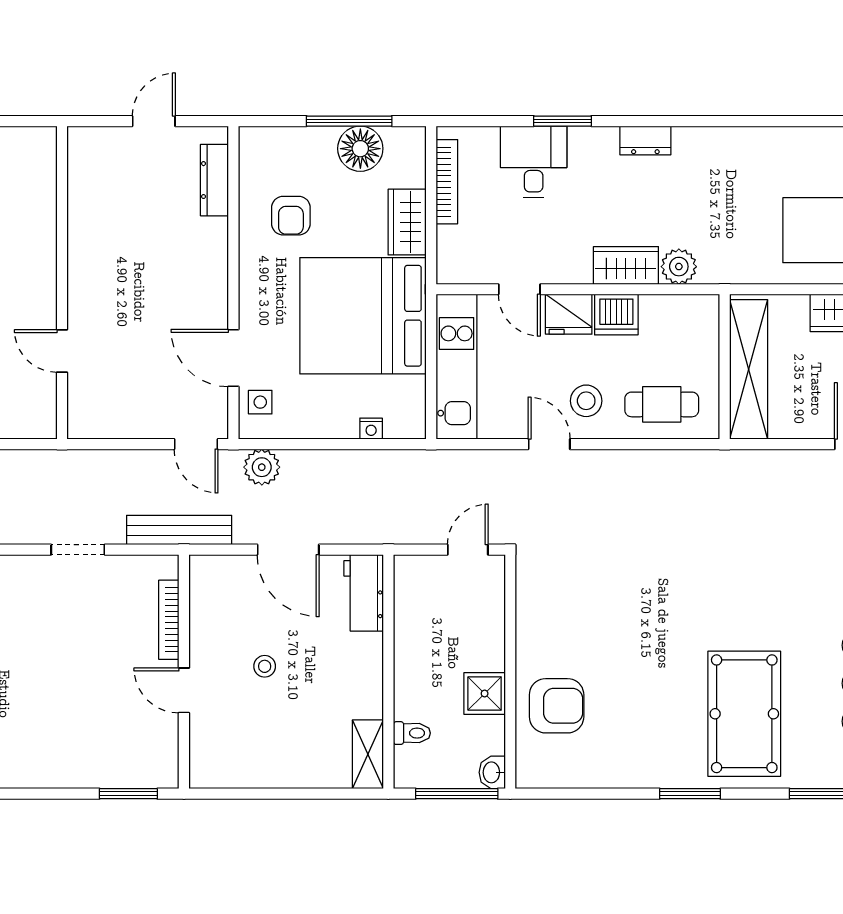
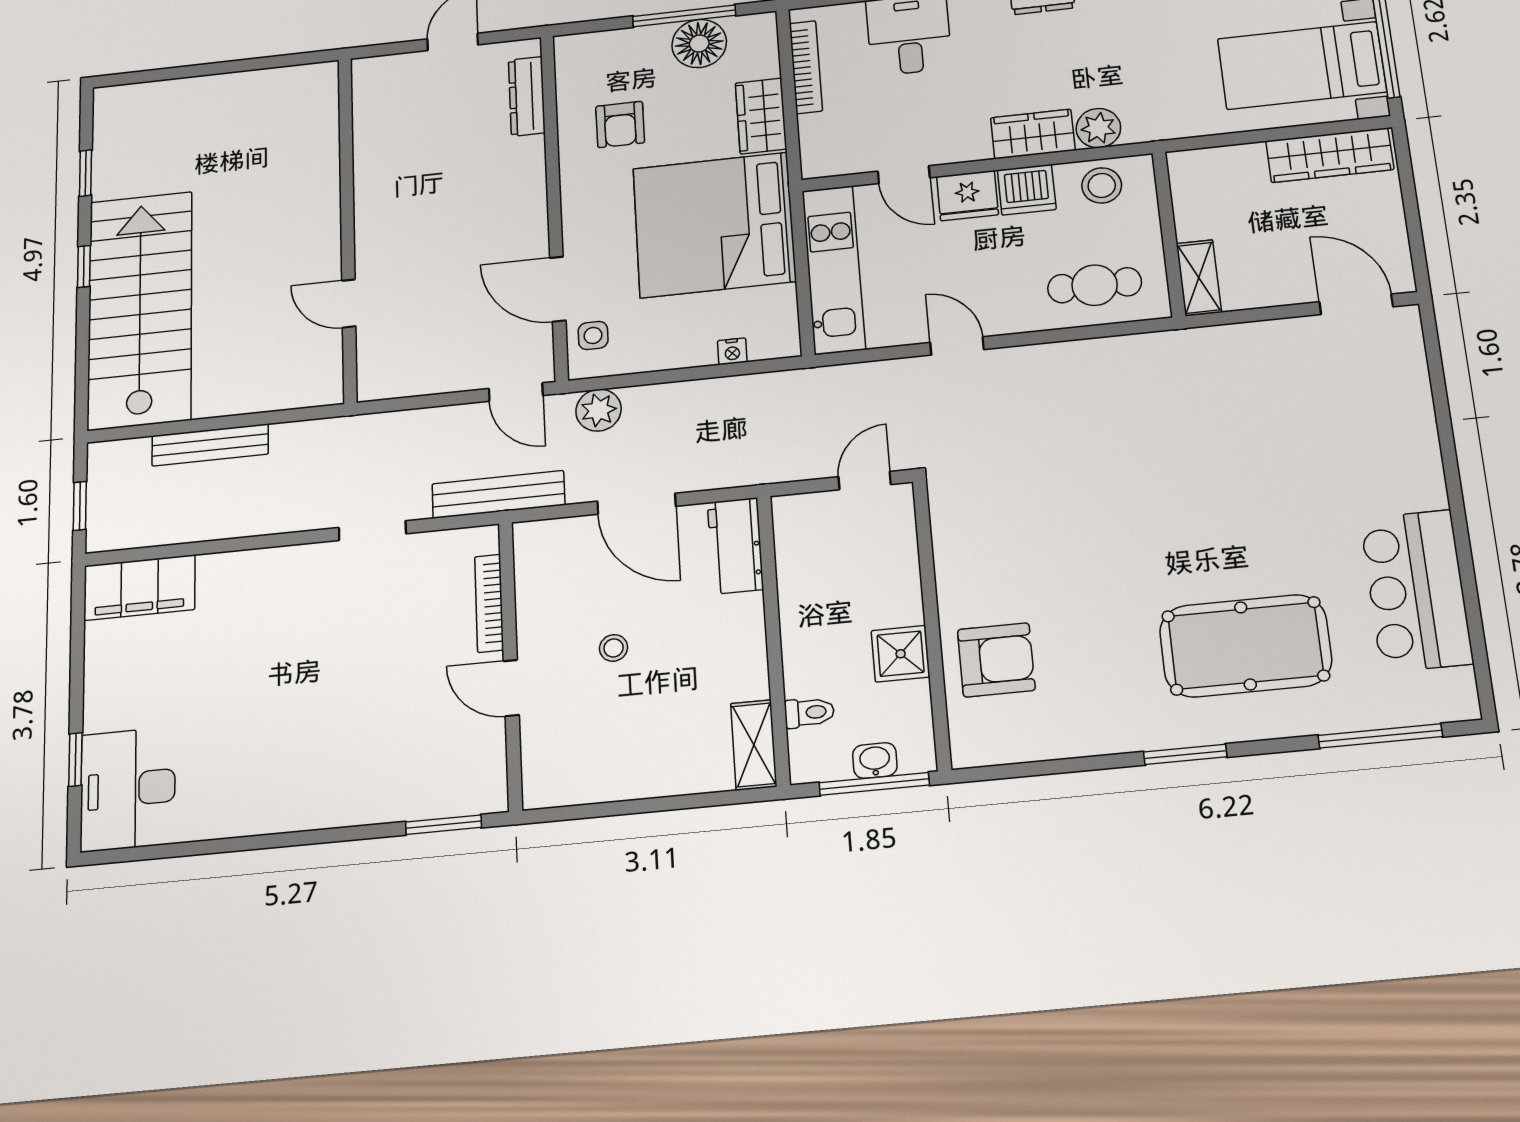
shelving: (749, 369) -> (1199, 278), width x0.45, depth x0.75
stool: (586, 401) -> (1102, 185), moved
pool table: (744, 714) -> (1245, 646), turned 90
washbasin: (492, 772) -> (875, 760), moved, turned 90

